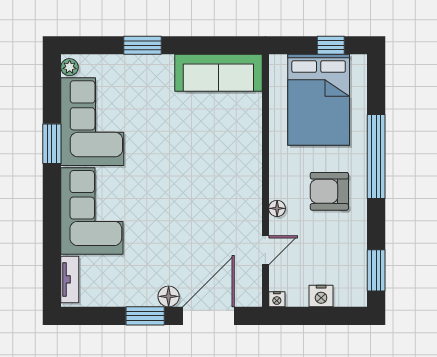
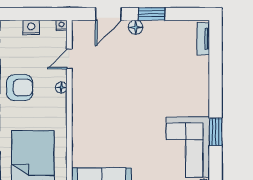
armchair: (329, 191) -> (20, 88), moved
corner sofa: (92, 211) -> (188, 86), removed
door: (208, 316) -> (108, 14), width x0.73

